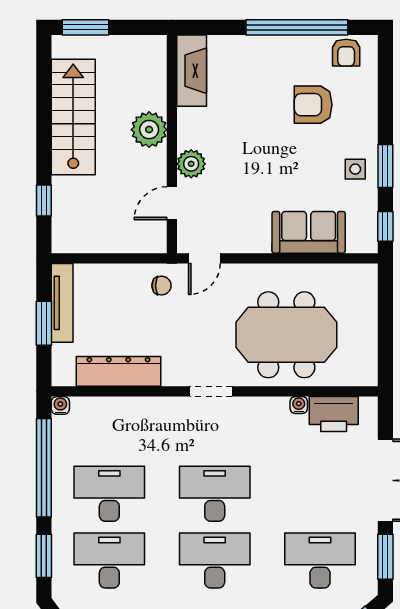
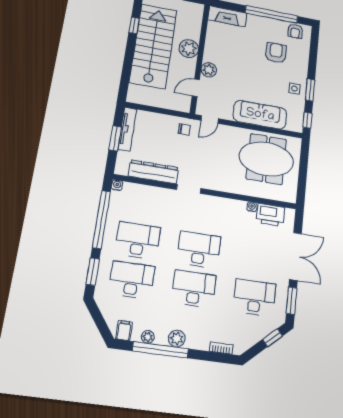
fireplace: (192, 71) -> (227, 16), moved, turned 90
armchair: (313, 105) -> (276, 53), turned 90
stairs: (73, 117) -> (153, 46), width x1.36, depth x1.51
window: (44, 201) -> (134, 25), moved
sofa: (309, 232) -> (260, 115), width x1.36
meeting table: (286, 335) -> (266, 159), moved
doorway: (211, 391) -> (189, 189), moved

